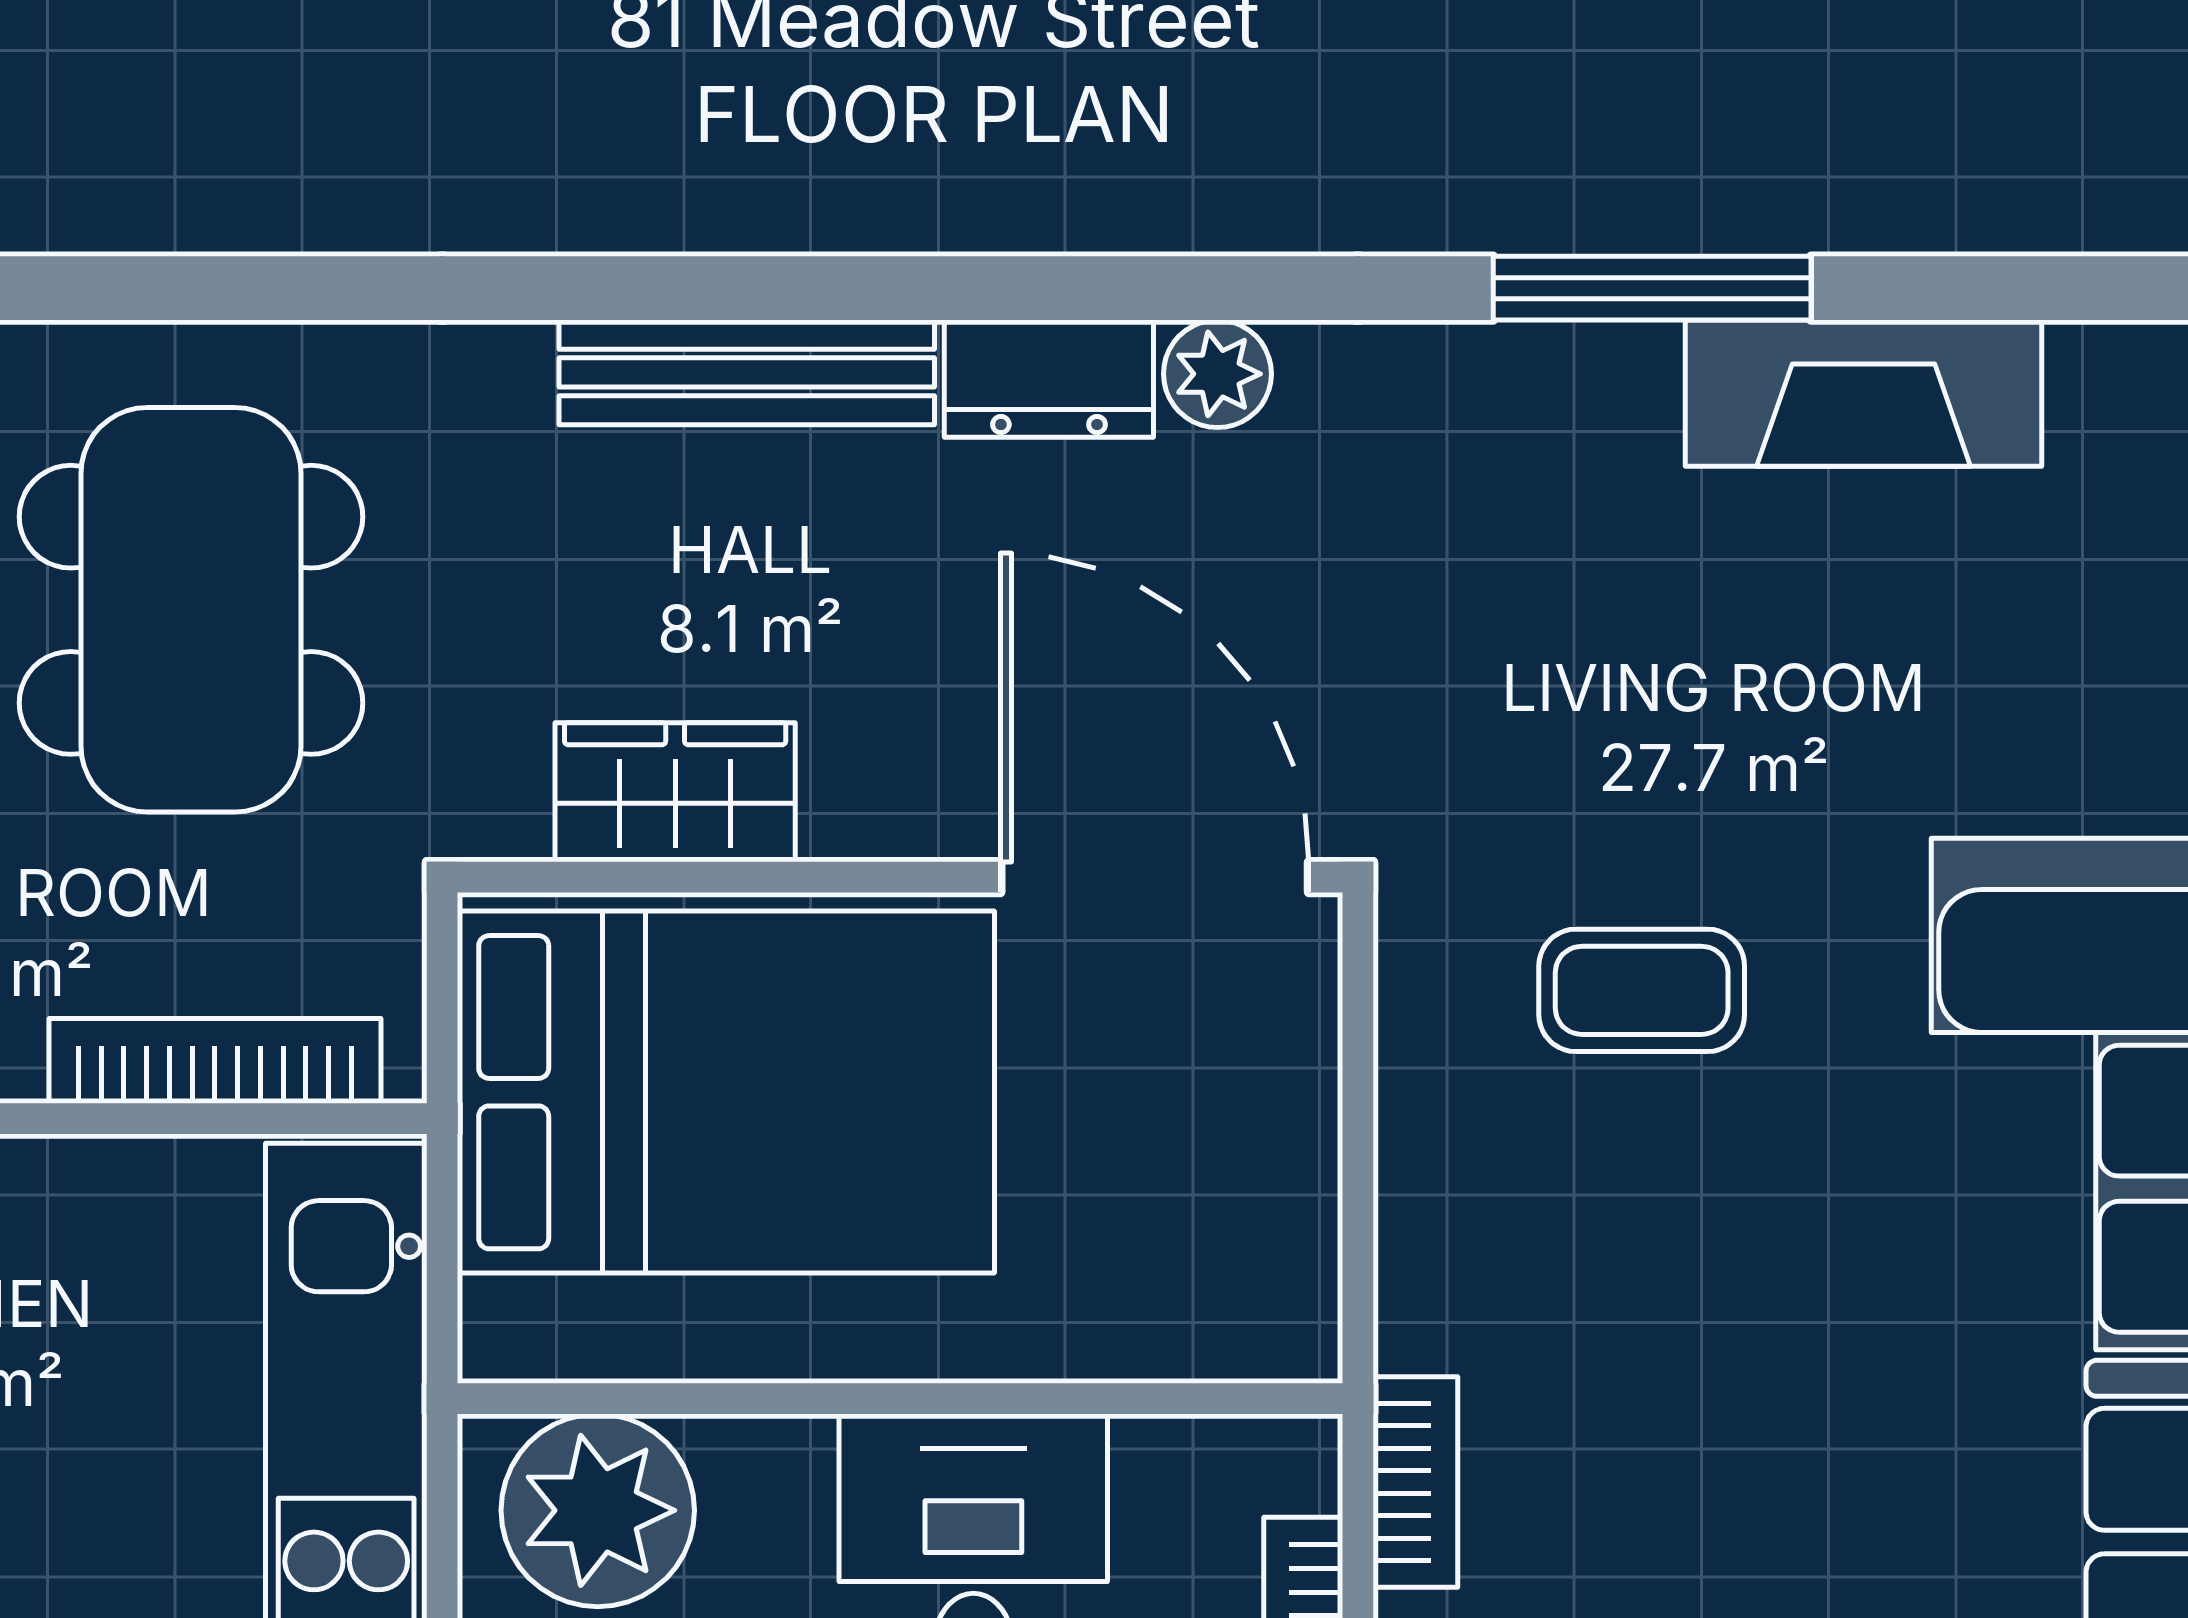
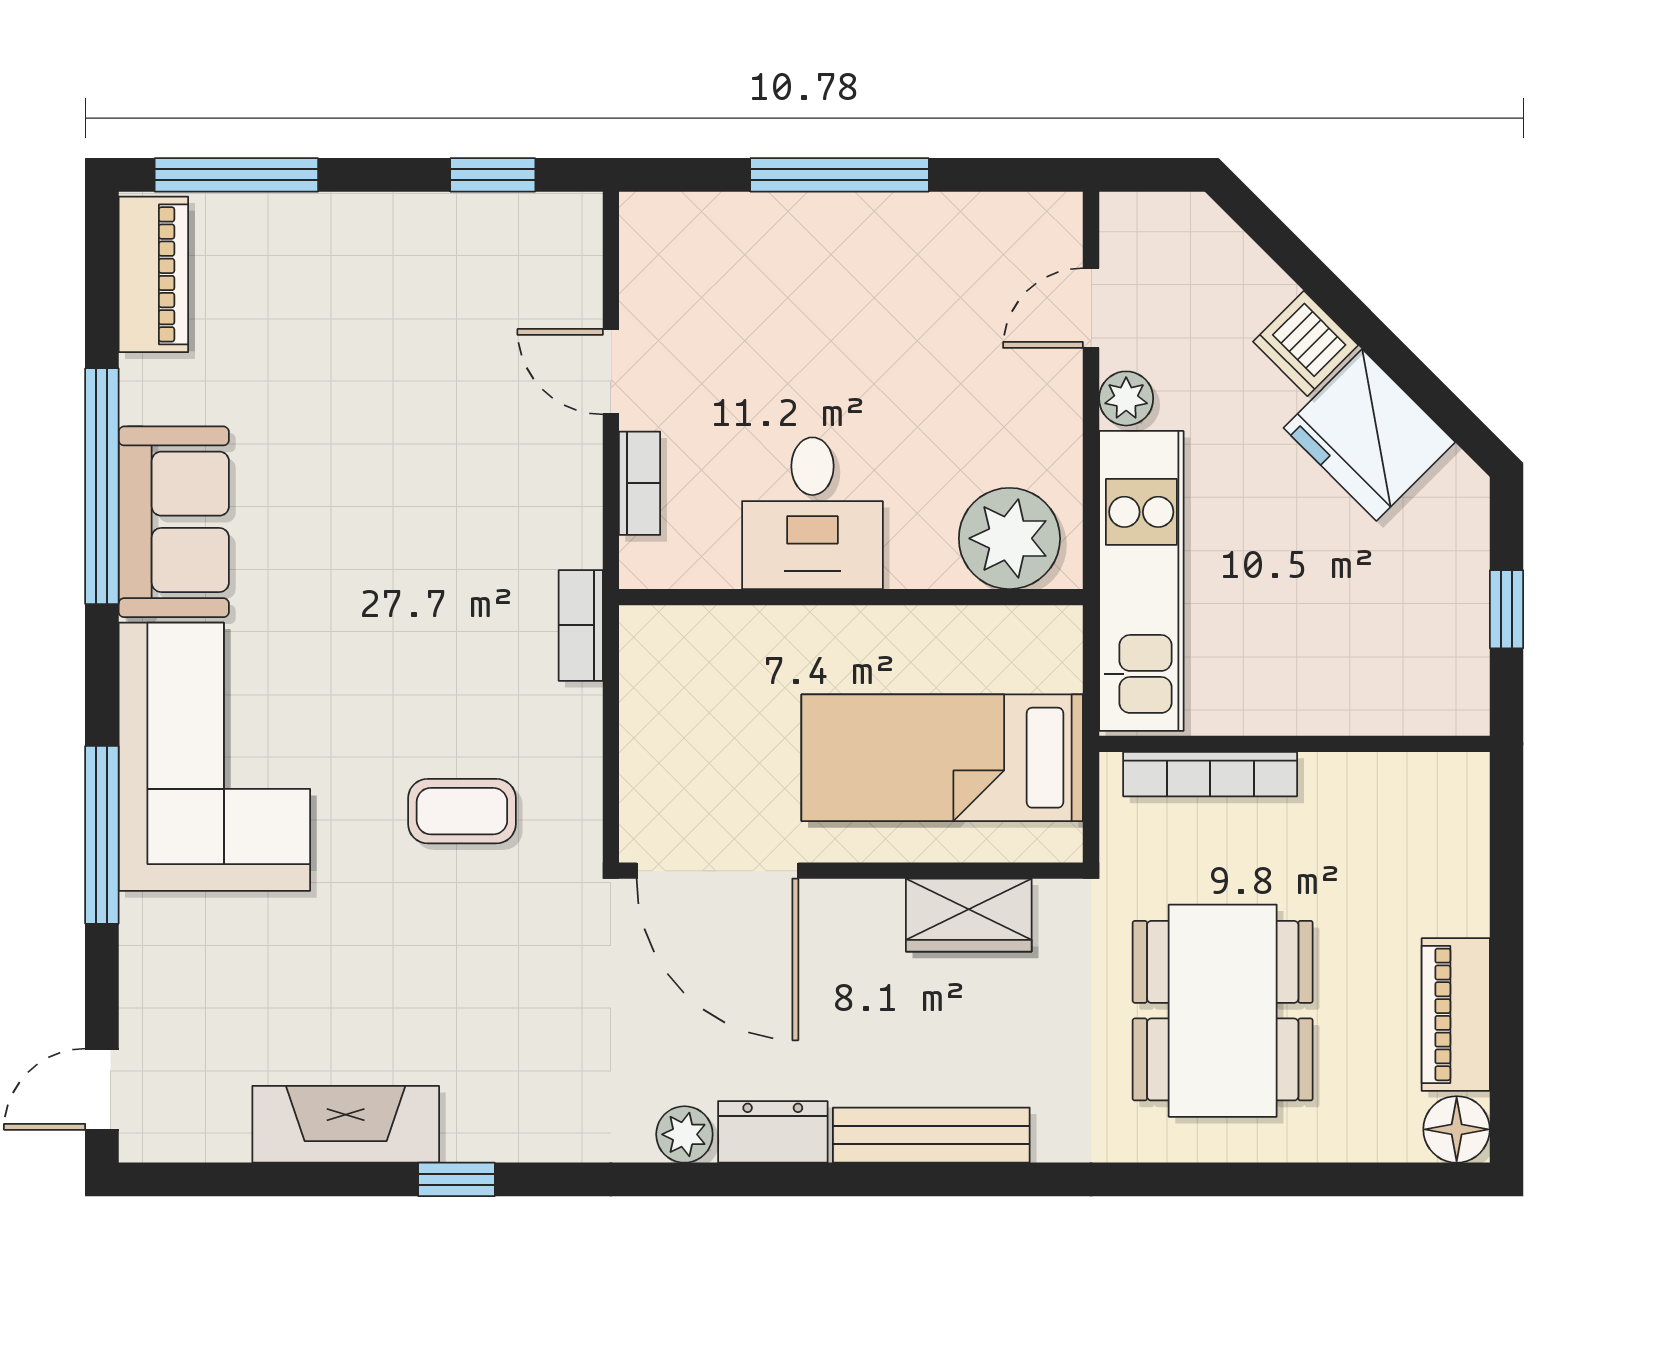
window: (1652, 288) -> (456, 1179), width x0.46
bed: (726, 1092) -> (942, 758), width x0.67
bookcase: (1415, 1482) -> (581, 625), moved

